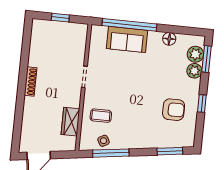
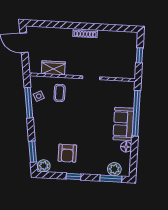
sofa: (127, 39) -> (123, 124), moved
plant: (194, 71) -> (44, 166), moved

